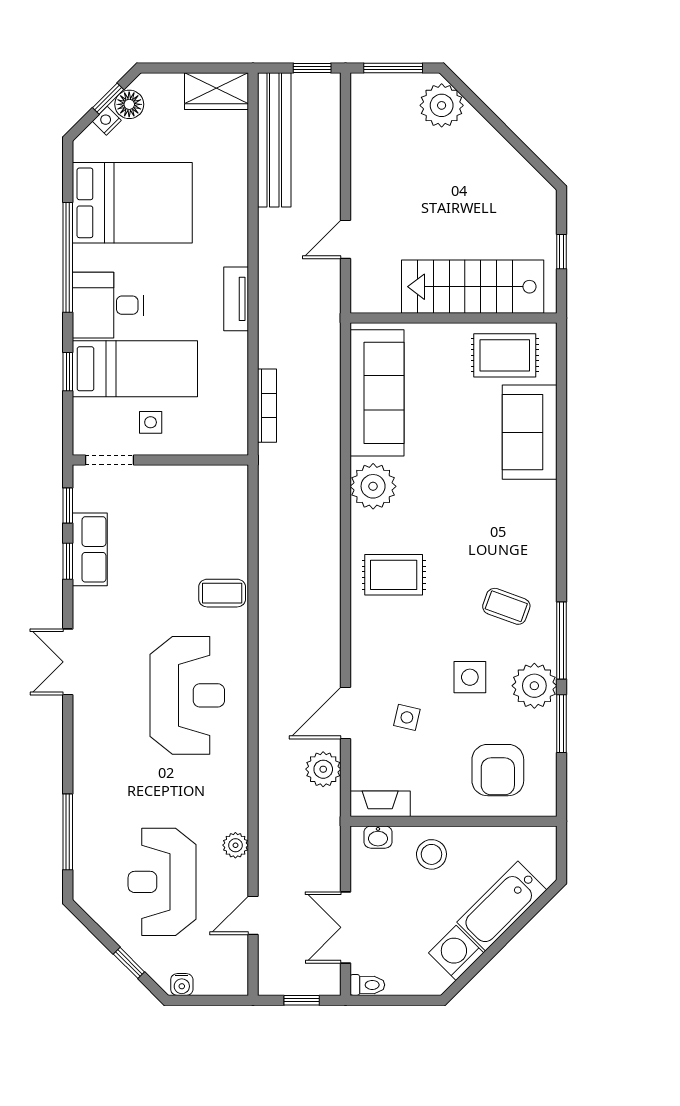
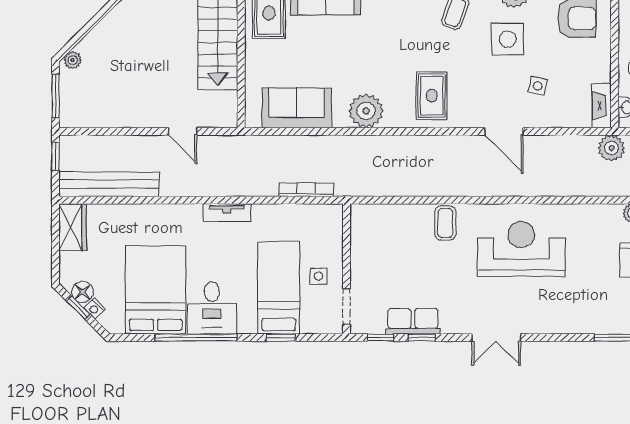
plant: (442, 105) -> (73, 60), width x0.53, depth x0.53
desk: (108, 305) -> (212, 308), moved
sofa: (377, 393) -> (297, 108), width x0.73
side table: (470, 677) -> (508, 39), width x1.37, depth x1.37
door: (345, 713) -> (504, 131), moved
plant: (323, 769) -> (611, 148), moved

